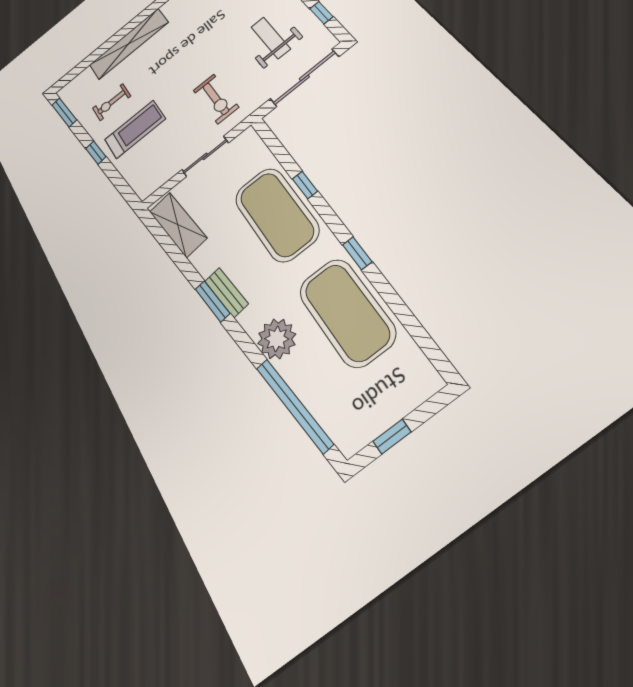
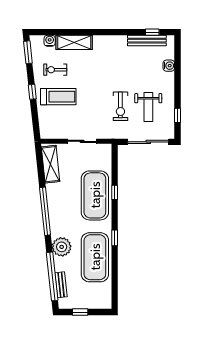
weight bench: (271, 38) -> (148, 107), turned 180
shelving: (129, 44) -> (74, 42), width x0.68
water cooler: (85, 77) -> (50, 41), added
exercise bike: (216, 99) -> (120, 106), moved
bench: (226, 292) -> (61, 285), moved
window: (212, 301) -> (45, 211), width x2.11

